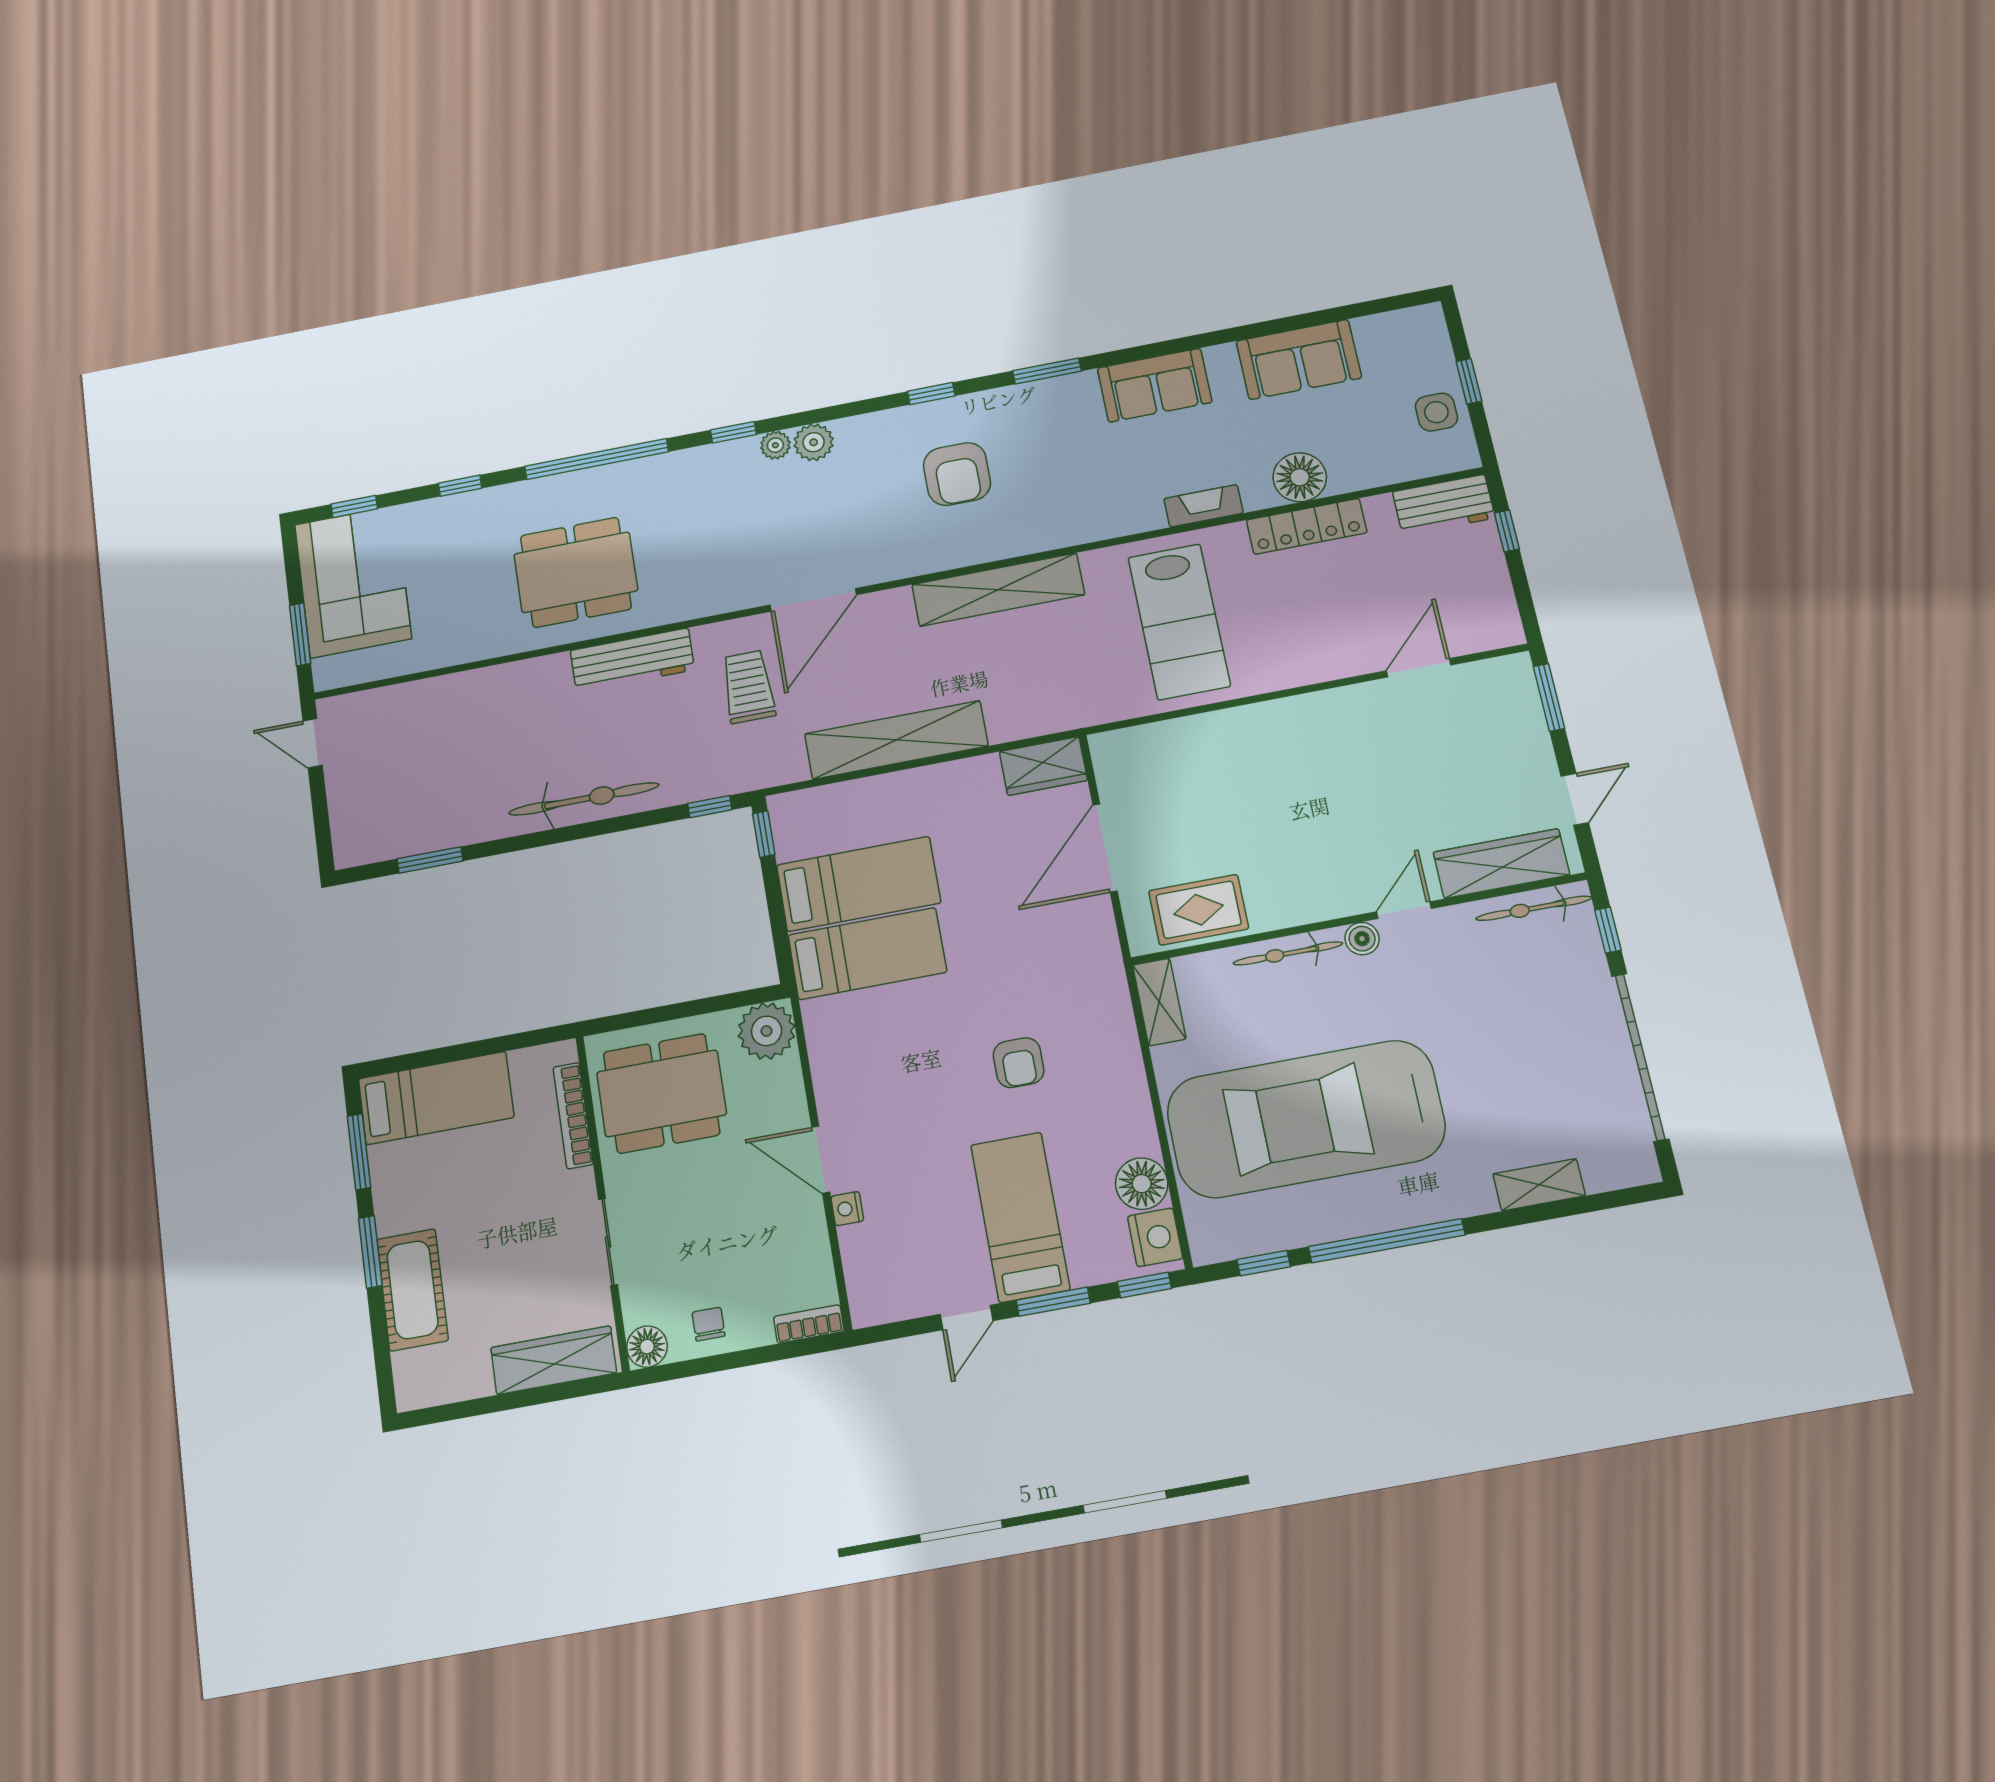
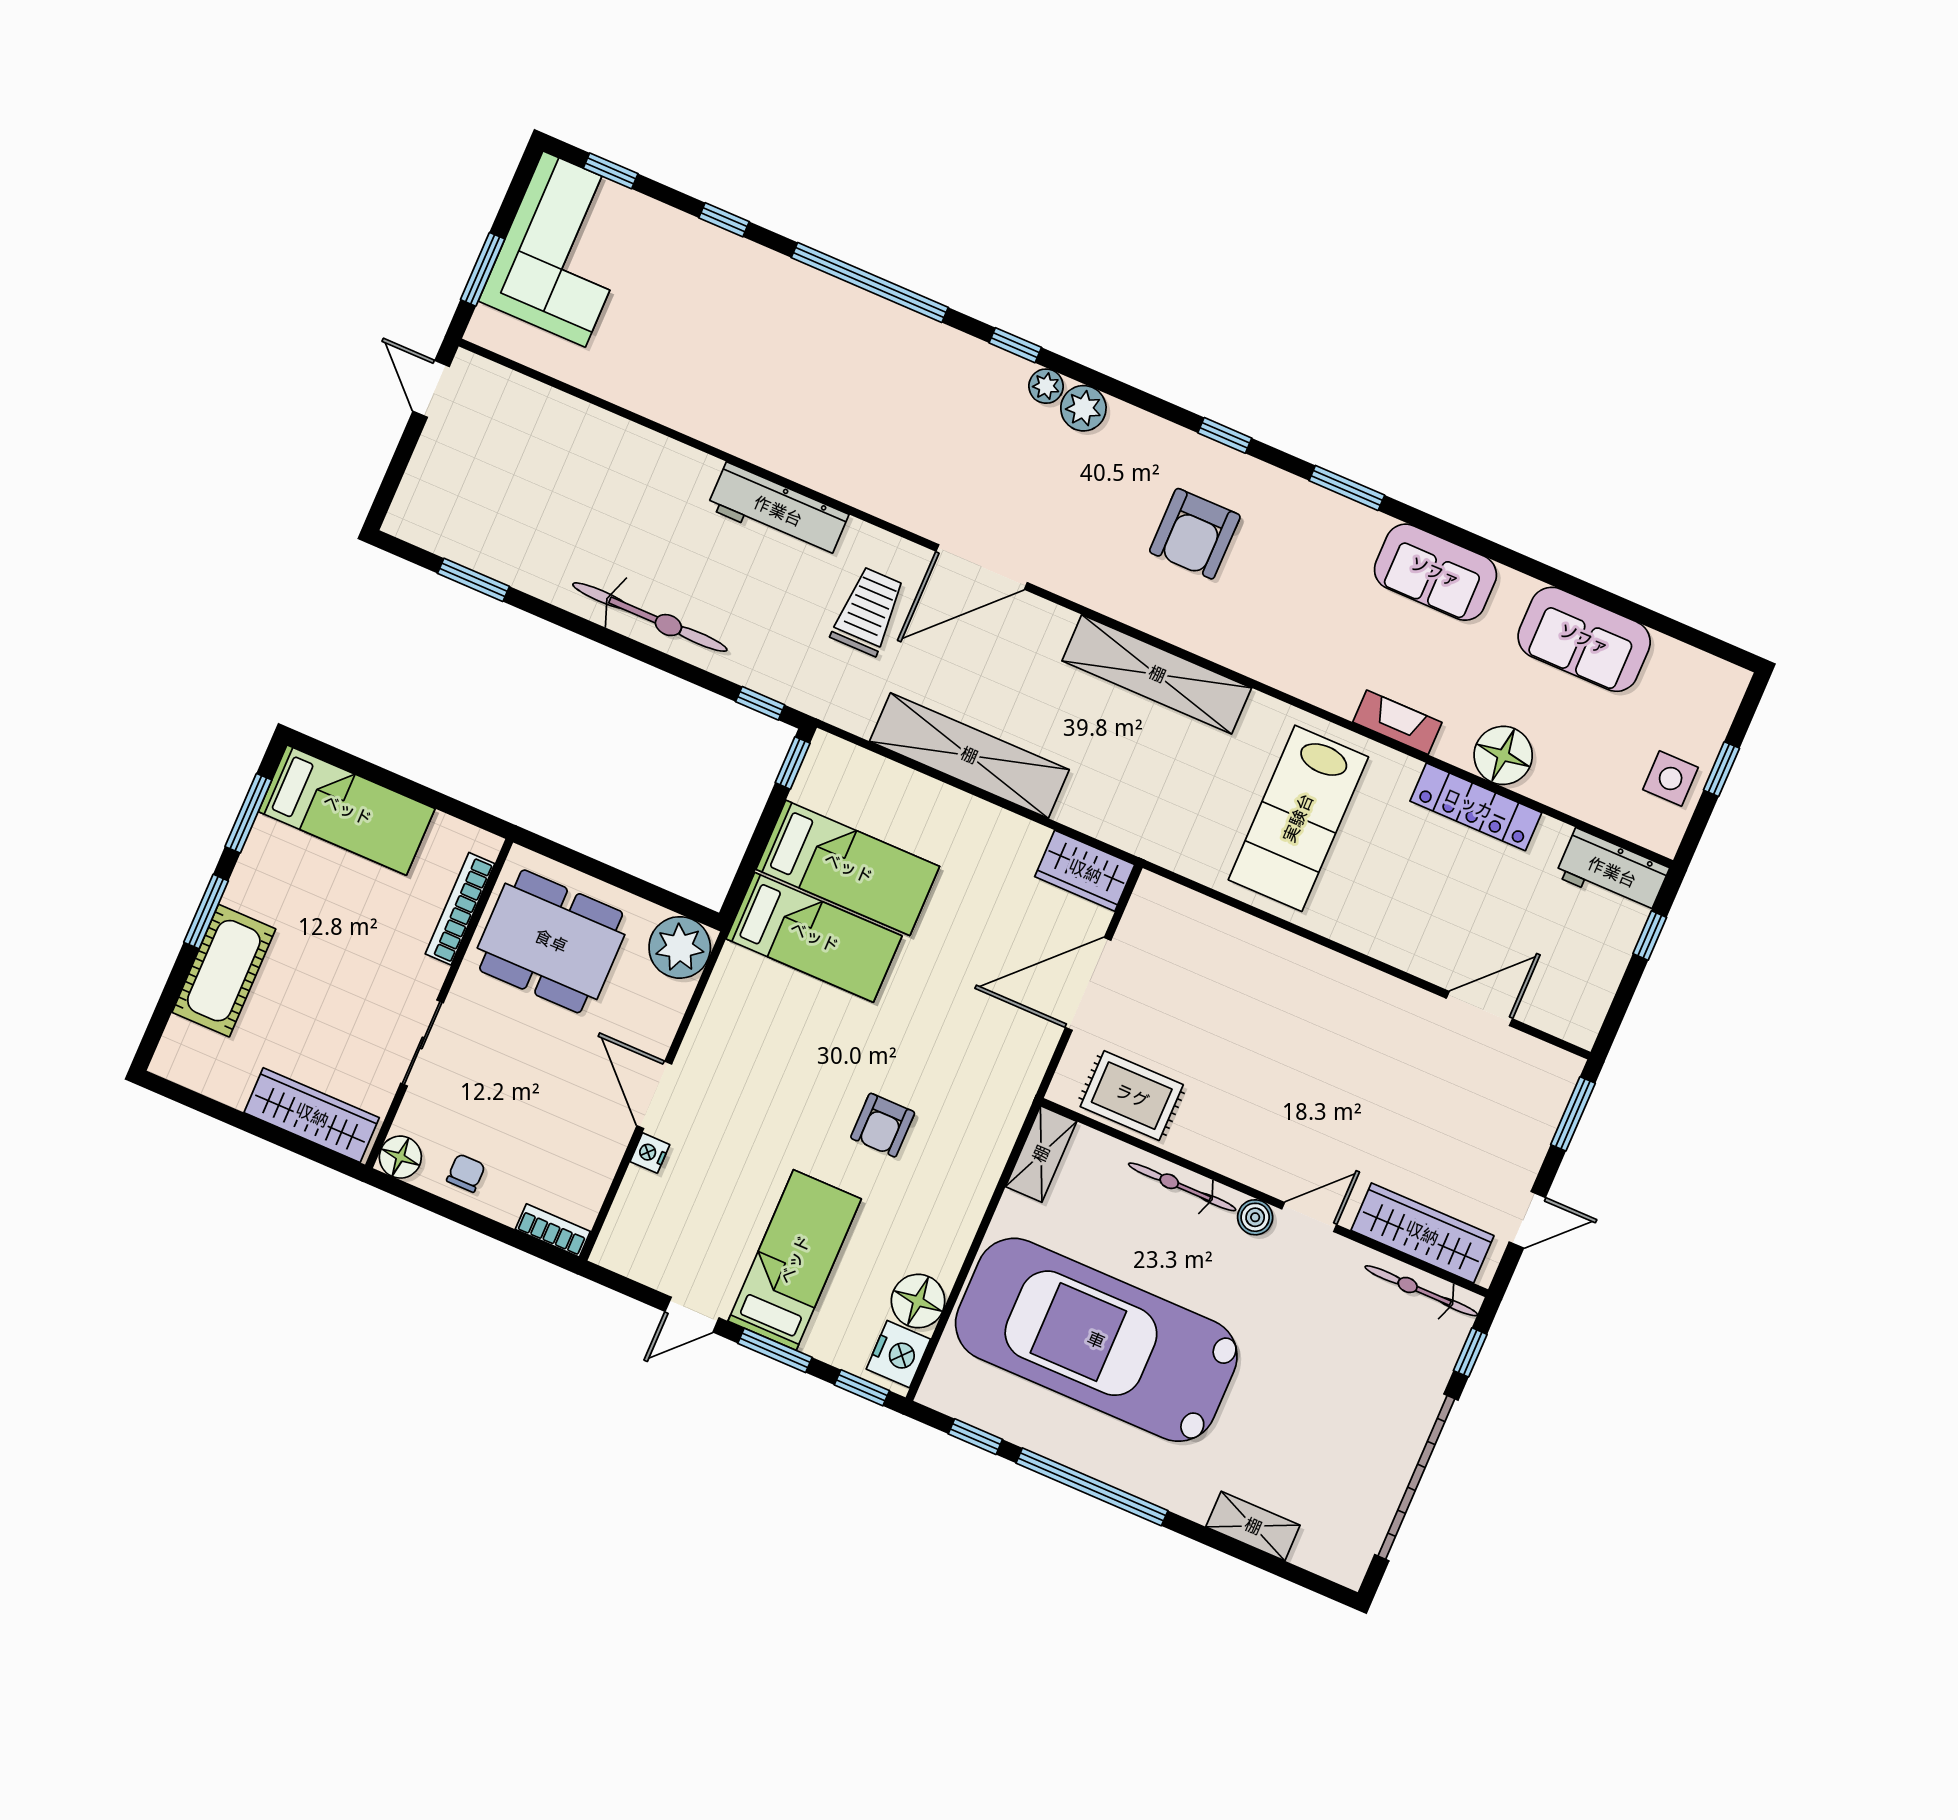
dining table: (576, 572) -> (779, 386), removed

